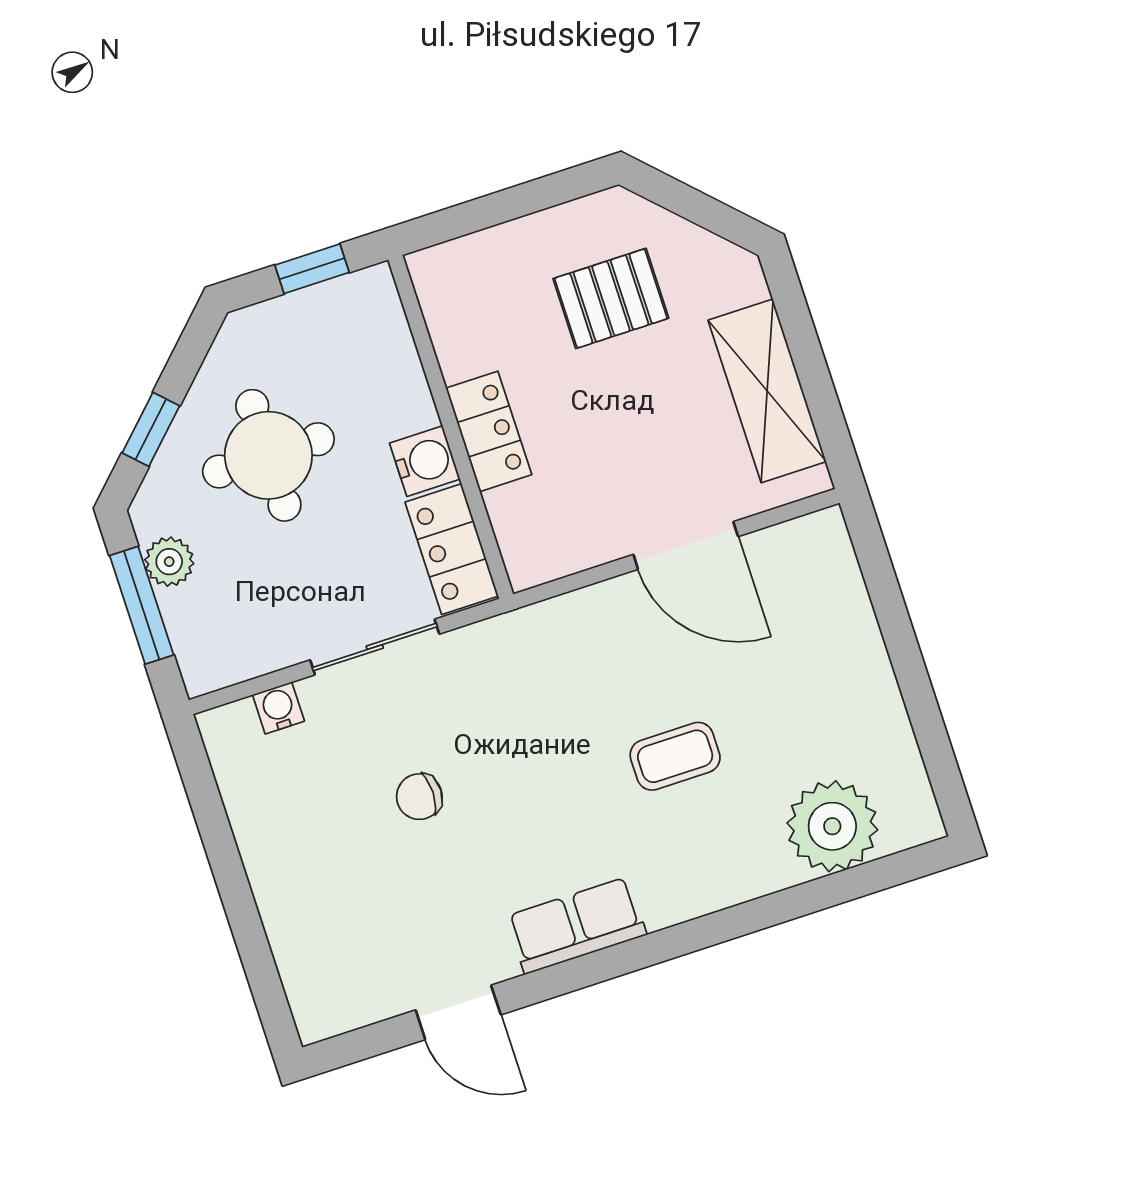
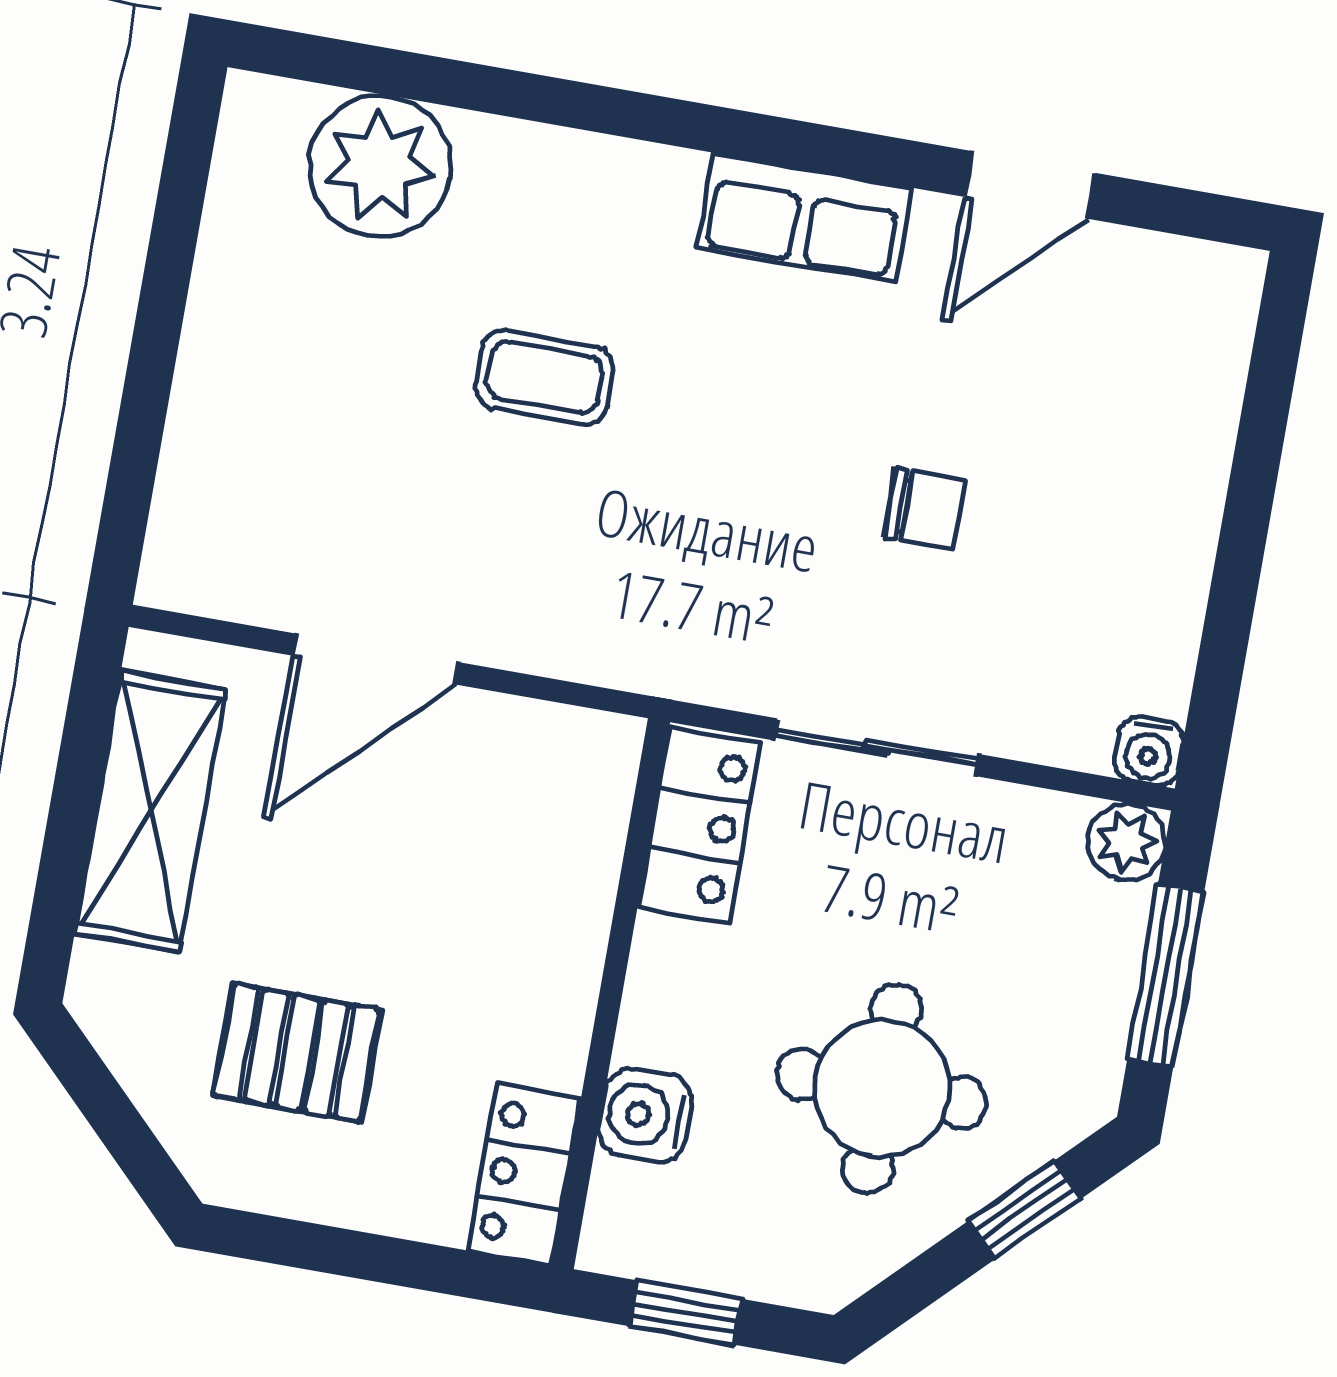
locker: (489, 431) -> (524, 1174), moved
water cooler: (425, 461) -> (645, 1115), moved
door: (686, 545) -> (375, 659), swing flipped
plant: (169, 562) -> (1127, 842), moved
water cooler: (278, 708) -> (1149, 751), moved
door: (458, 1012) -> (1030, 185), swing flipped

